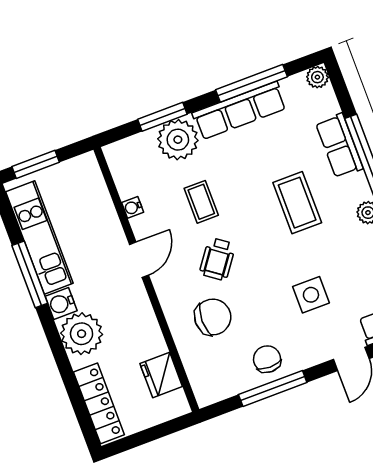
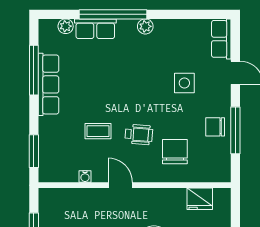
plant: (317, 77) -> (66, 26), moved
window: (162, 117) -> (34, 151), moved
plant: (178, 140) -> (52, 131), removed
coffee table: (297, 203) -> (122, 70), removed
wheelchair: (218, 259) -> (139, 134), turned -32

